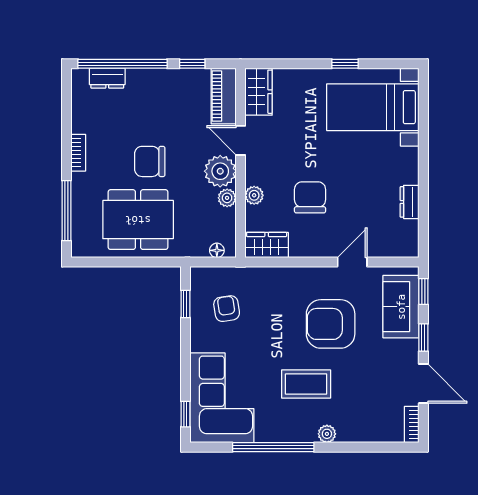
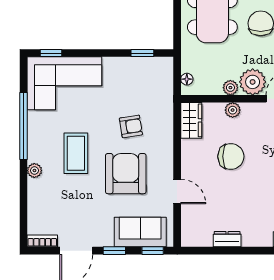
armchair: (227, 309) -> (131, 126), moved

